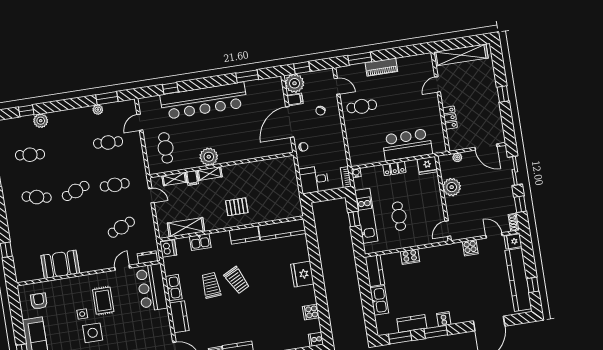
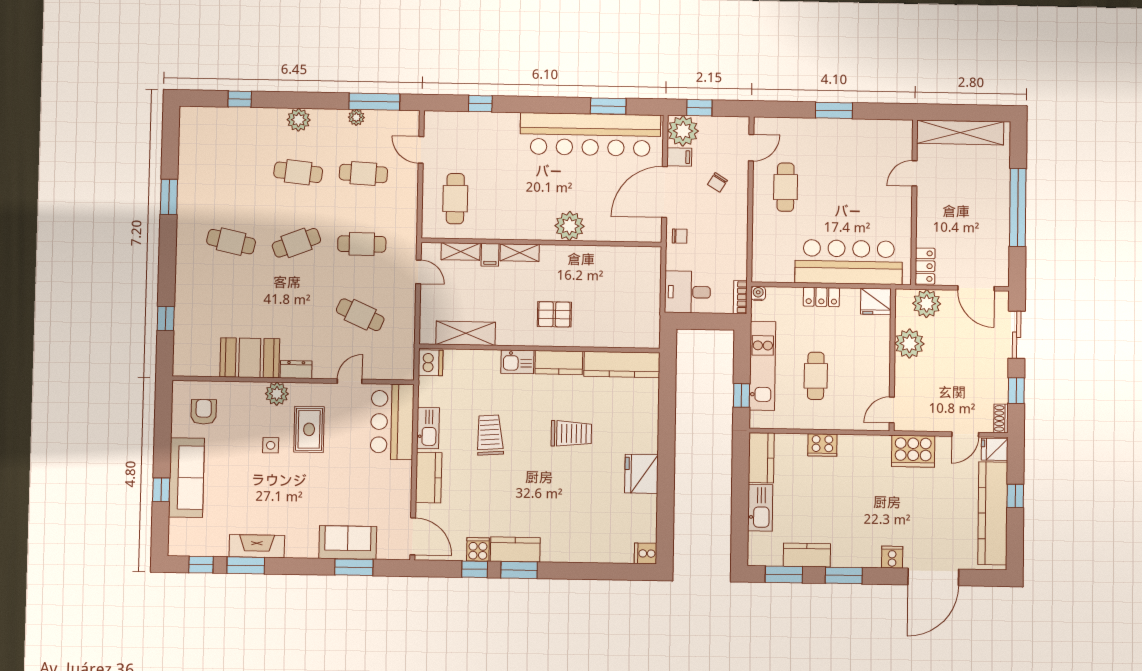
window: (360, 59) -> (834, 110), moved
piano: (381, 67) -> (828, 129), removed
door: (337, 86) -> (751, 148), hinge flipped
window: (503, 94) -> (1018, 207), width x3.17
window: (107, 98) -> (374, 102), width x1.44
bar counter: (204, 101) -> (590, 134), moved
cafe table: (362, 106) -> (786, 187), turned 90
locker: (450, 118) -> (925, 266), moved
plant: (41, 121) -> (299, 120), moved
door: (140, 122) -> (421, 150), hinge flipped
bar counter: (407, 145) -> (849, 262), width x1.36
cafe table: (30, 155) -> (298, 172), moved
plant: (209, 157) -> (570, 226), moved
plant: (457, 157) -> (927, 304), width x1.88, depth x1.88
window: (354, 219) -> (742, 395), moved
cafe table: (121, 227) -> (360, 315), turned 48
door: (494, 235) -> (965, 434), swing flipped
kitchen sink: (200, 242) -> (517, 362), moved
cooker: (470, 248) -> (913, 451), width x1.87, depth x1.31
dresser: (147, 257) -> (296, 369), moved
fridge: (302, 274) -> (641, 474), moved
trolley: (237, 280) -> (571, 434), moved, turned -63
plant: (80, 283) -> (277, 394), added
window: (533, 285) -> (1015, 496), moved
cooker: (311, 312) -> (645, 507), removed
cooker: (444, 319) -> (892, 557), moved
side table: (93, 333) -> (282, 479), removed

